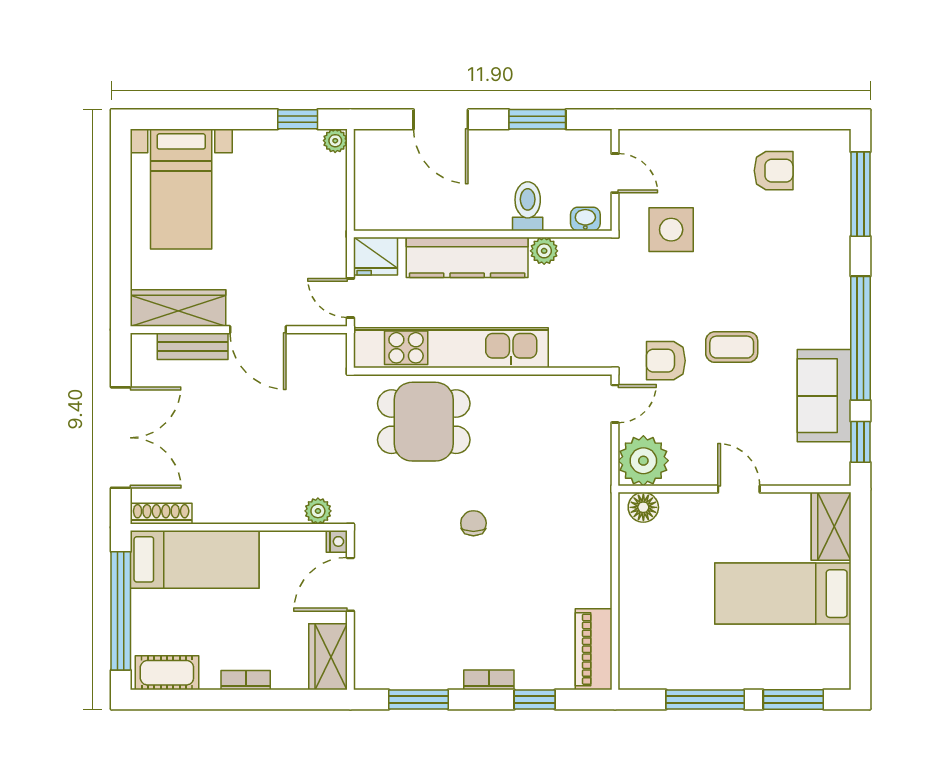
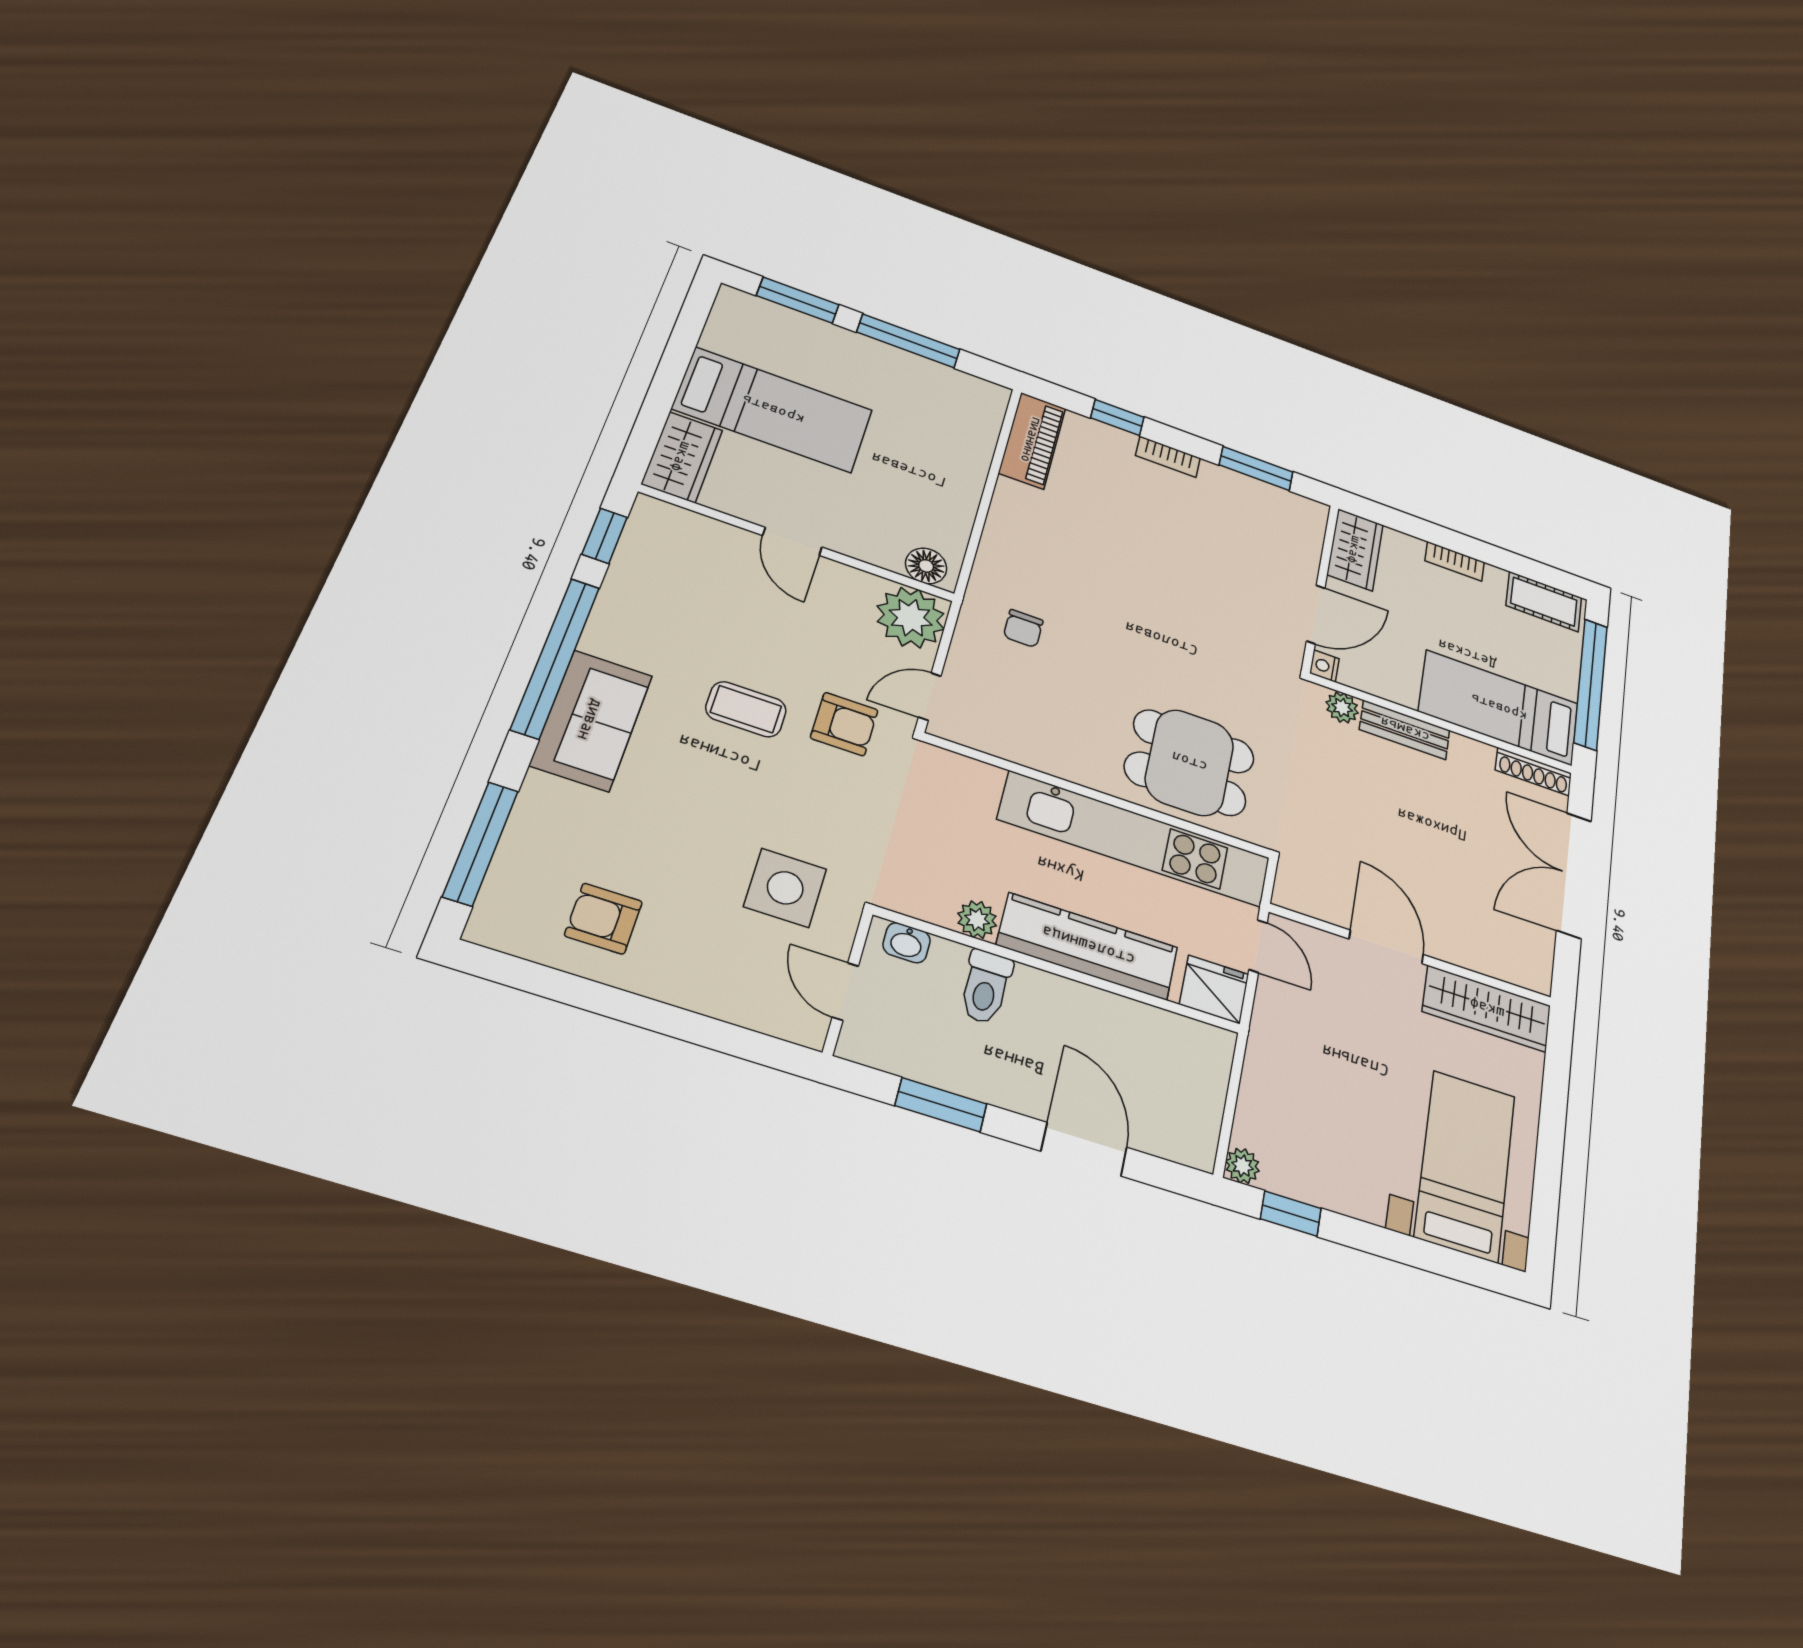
bench: (193, 346) -> (1405, 730), moved
sofa: (824, 396) -> (591, 720), moved
chair: (473, 523) -> (1023, 629), moved

